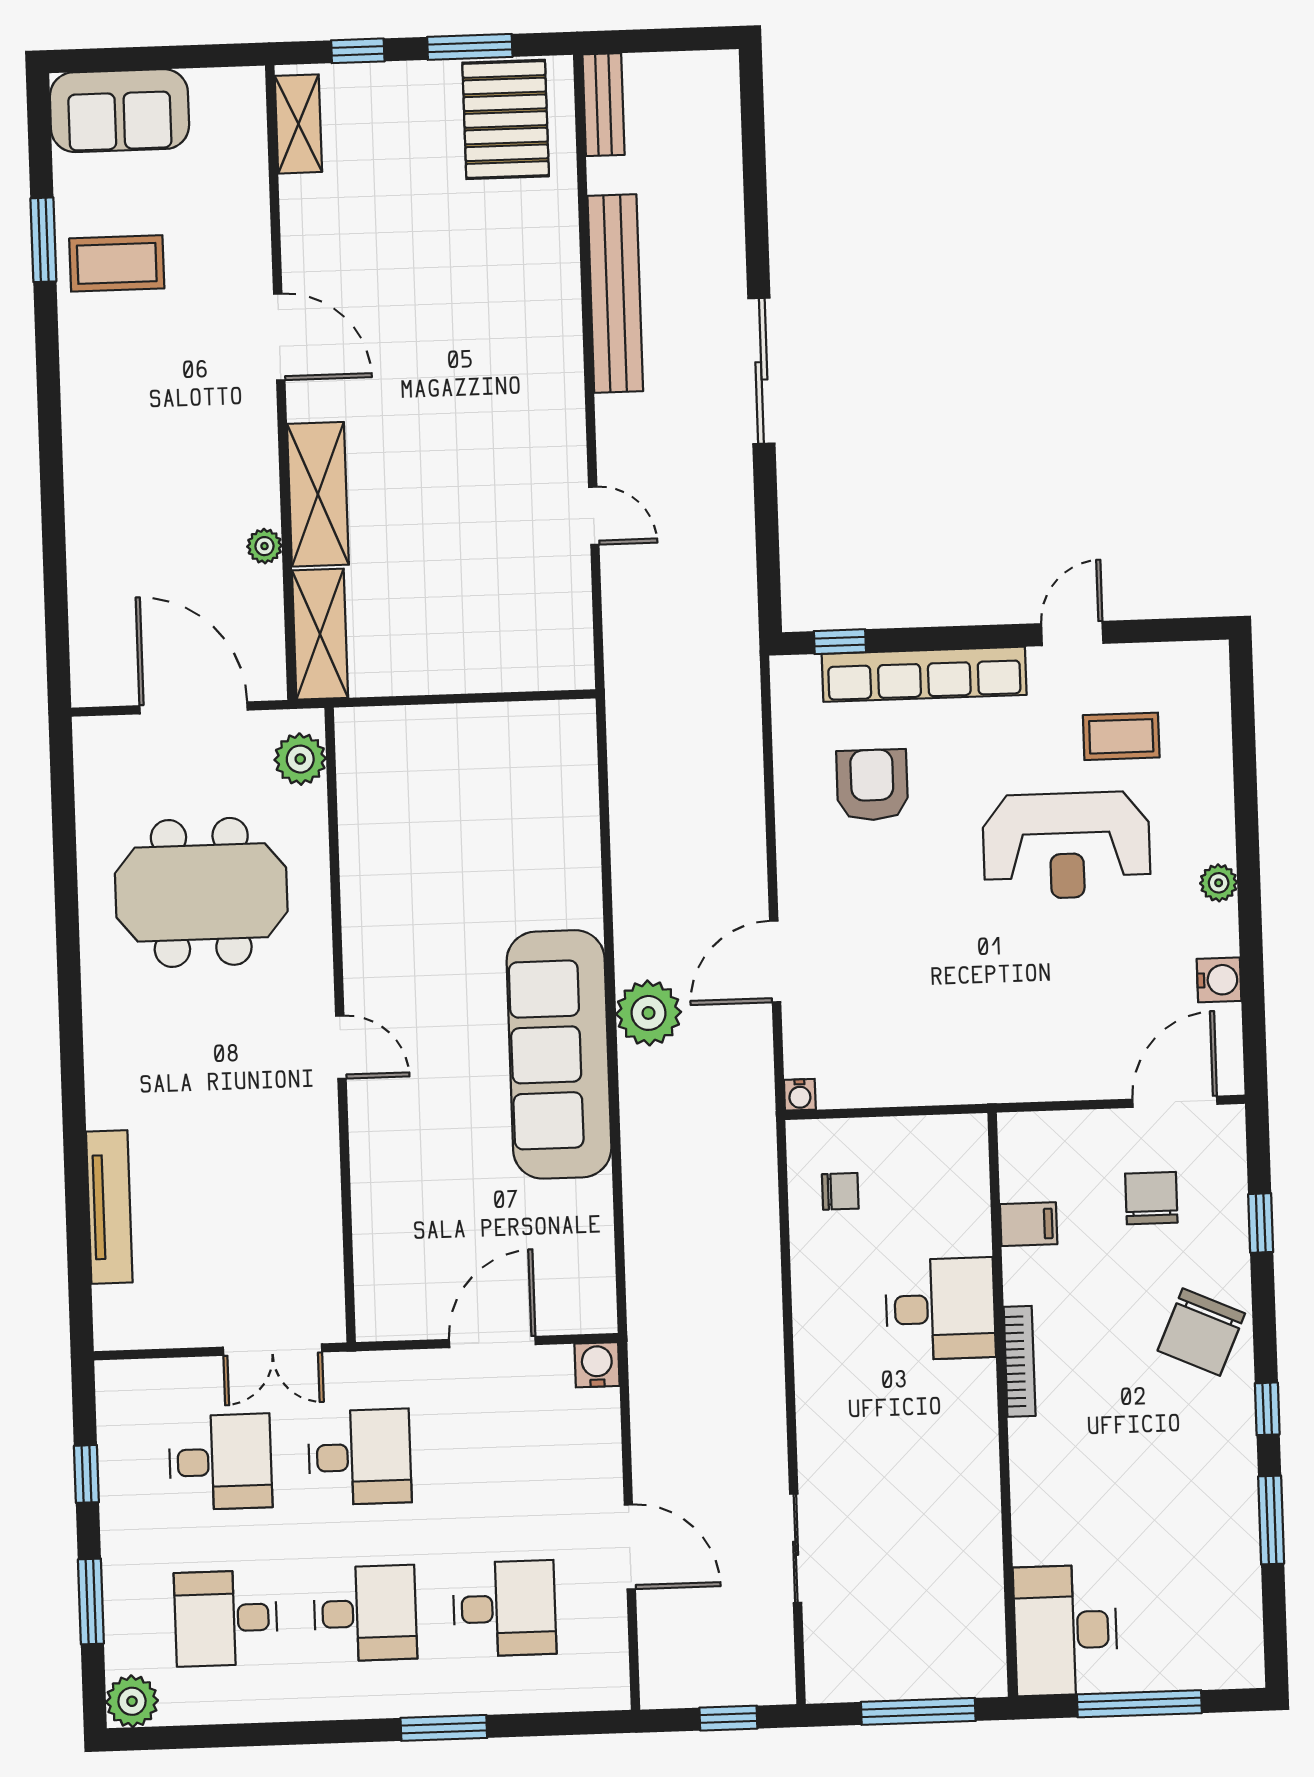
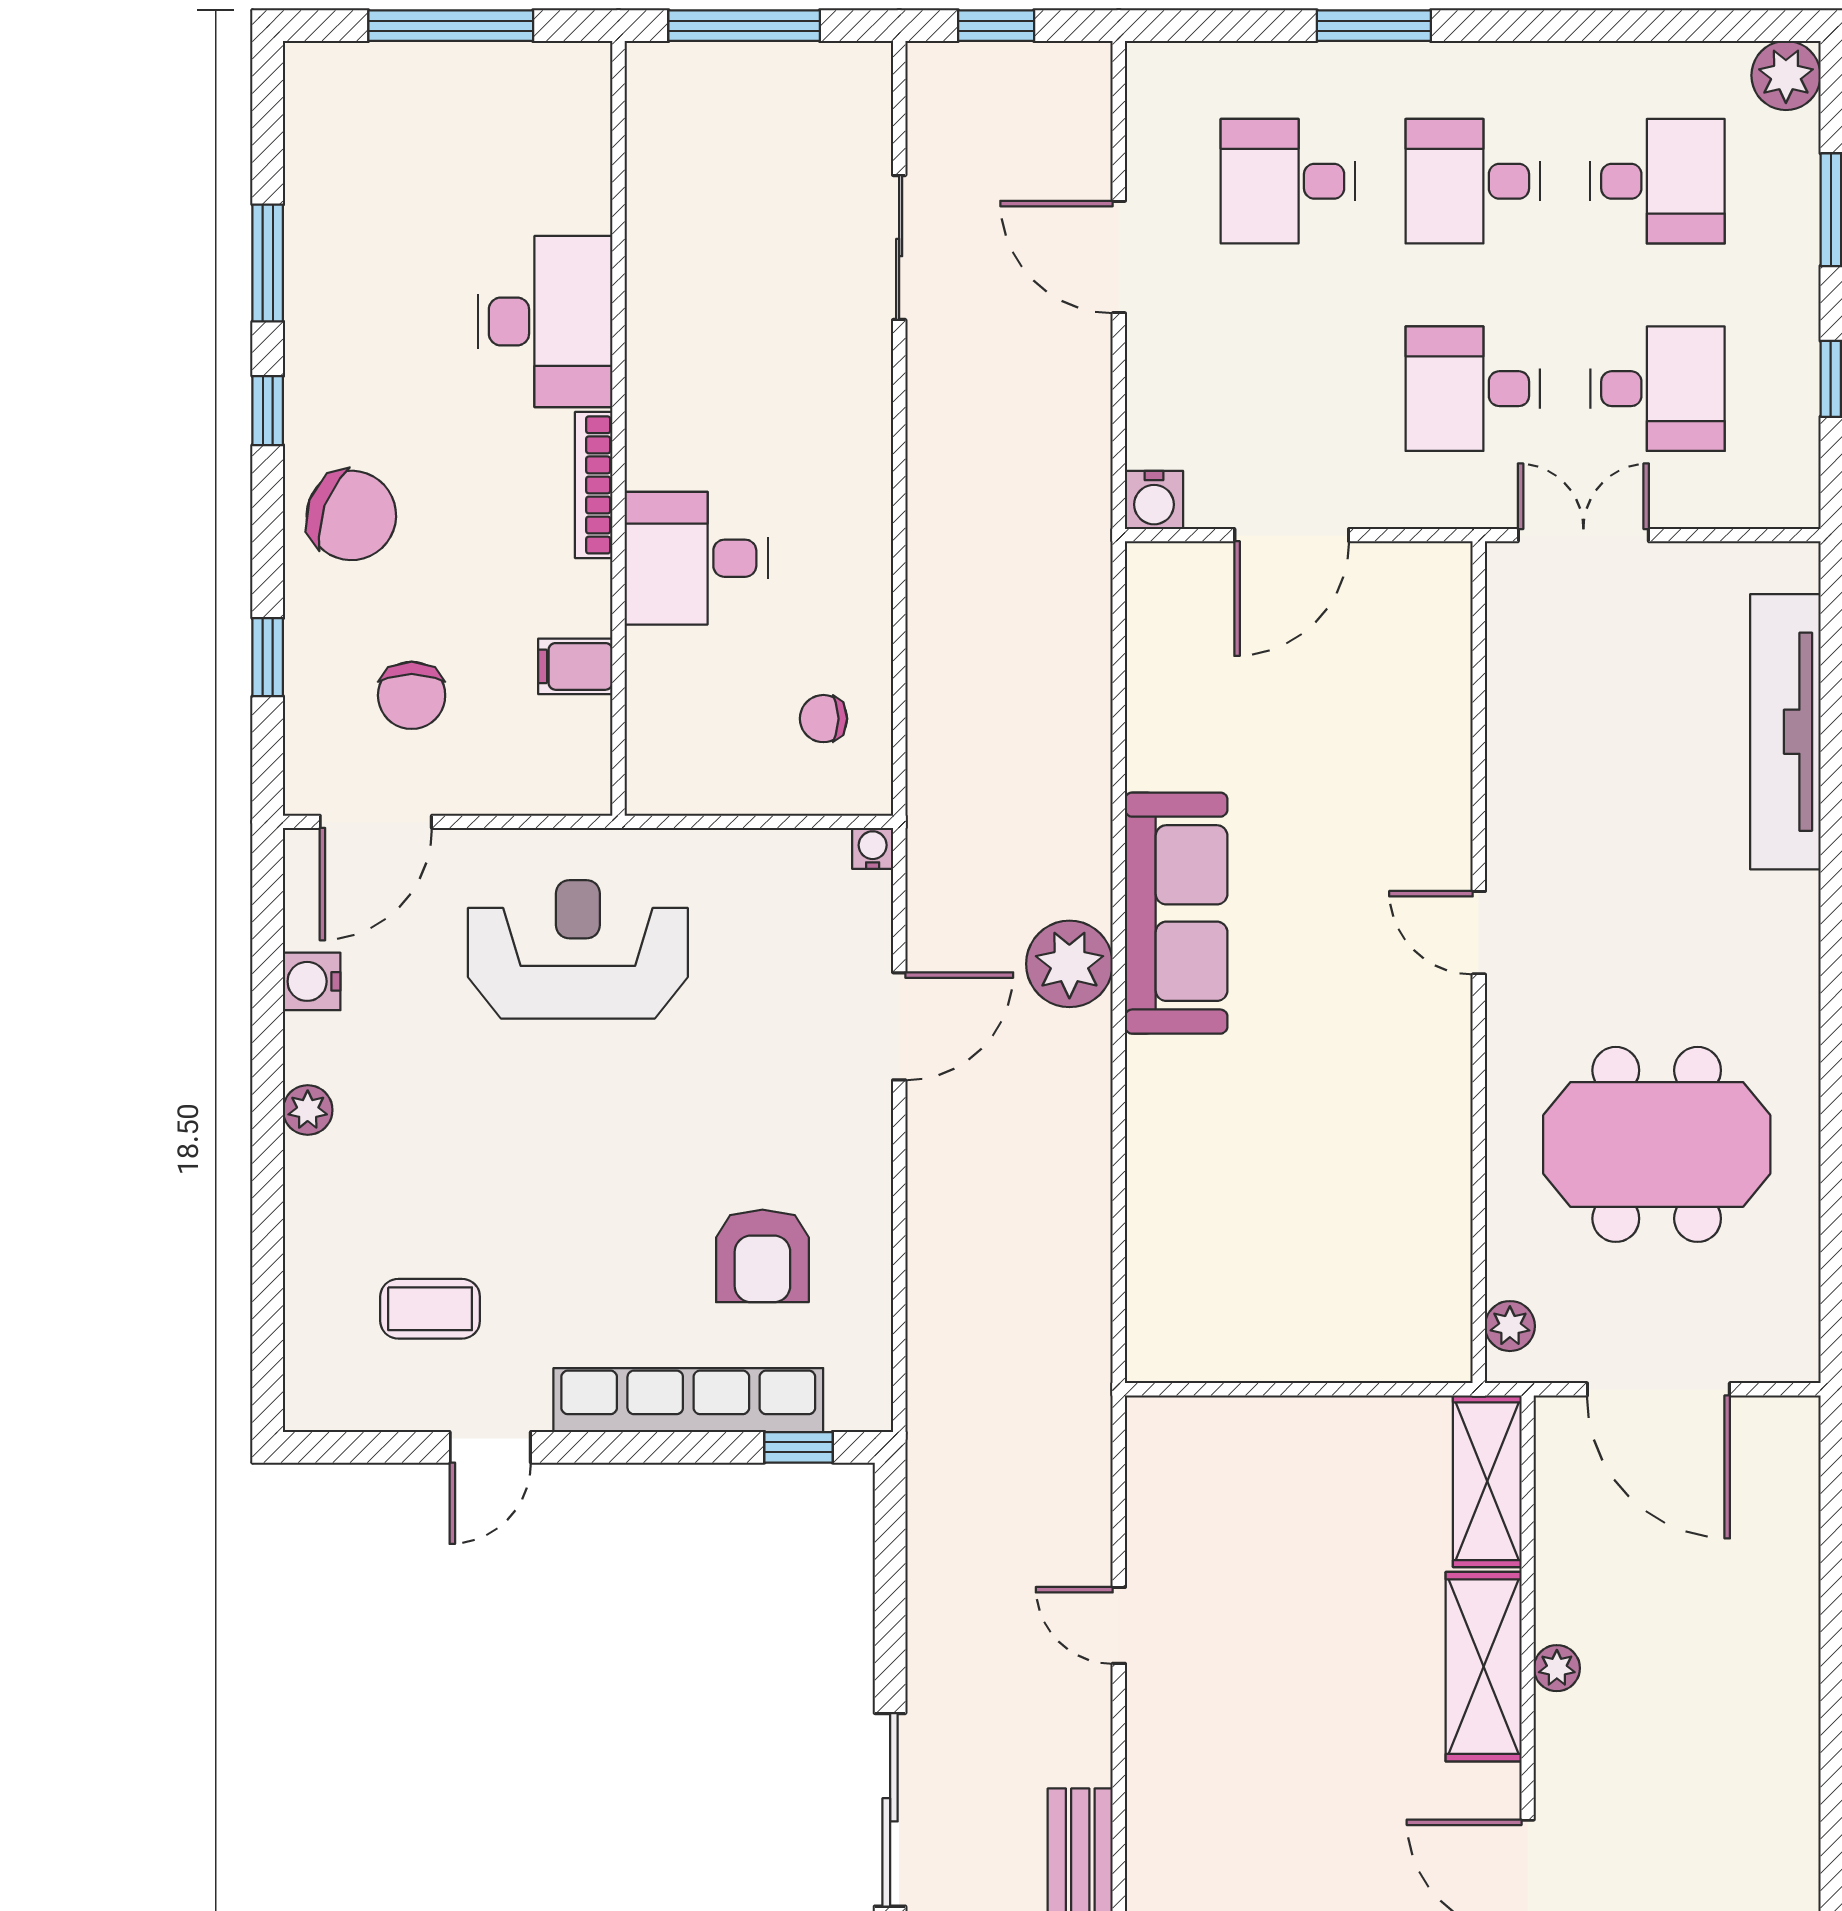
plant: (264, 546) -> (1557, 1668), moved
plant: (300, 759) -> (1510, 1326), width x0.73, depth x0.73
reception desk: (1066, 846) -> (578, 949), moved
sofa: (559, 1054) -> (1176, 913), width x0.74, depth x0.79
tv unit: (109, 1207) -> (1785, 732), width x1.36, depth x1.29
chair: (1201, 1332) -> (351, 515), turned 86
desk: (220, 1462) -> (1658, 389), turned 180
desk: (1066, 1630) -> (545, 322), moved

